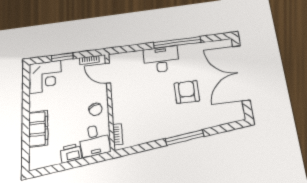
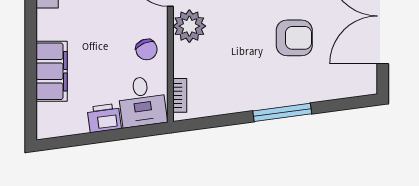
armchair: (187, 92) -> (294, 38), turned 90
plant: (121, 93) -> (189, 26), added

